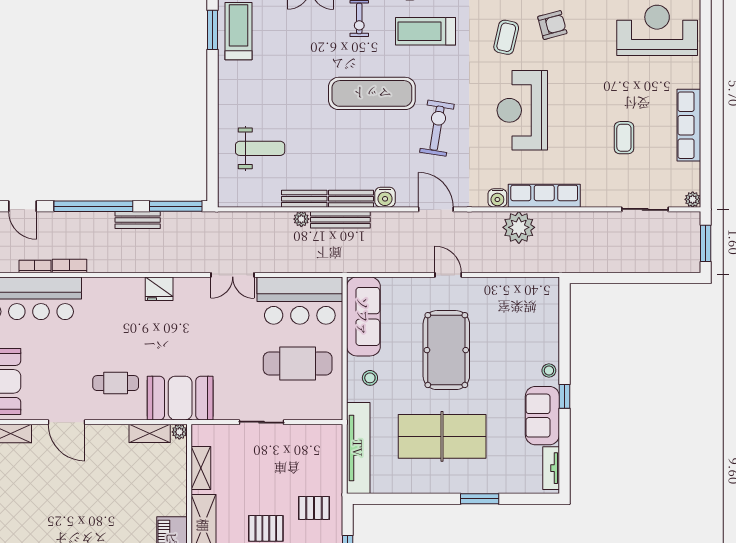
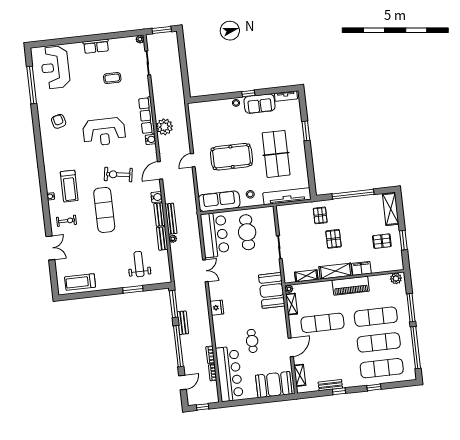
window: (213, 30) -> (133, 289), moved
coffee table: (506, 37) -> (68, 144), removed
row of seats: (689, 125) -> (96, 46), width x0.68
cafe table: (116, 383) -> (252, 341), moved
exercise mat: (107, 489) -> (323, 323), added

